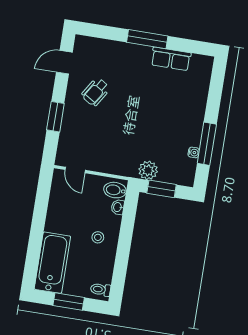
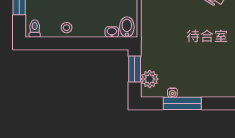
plant: (148, 170) -> (150, 79), moved
stool: (98, 237) -> (67, 28), moved

